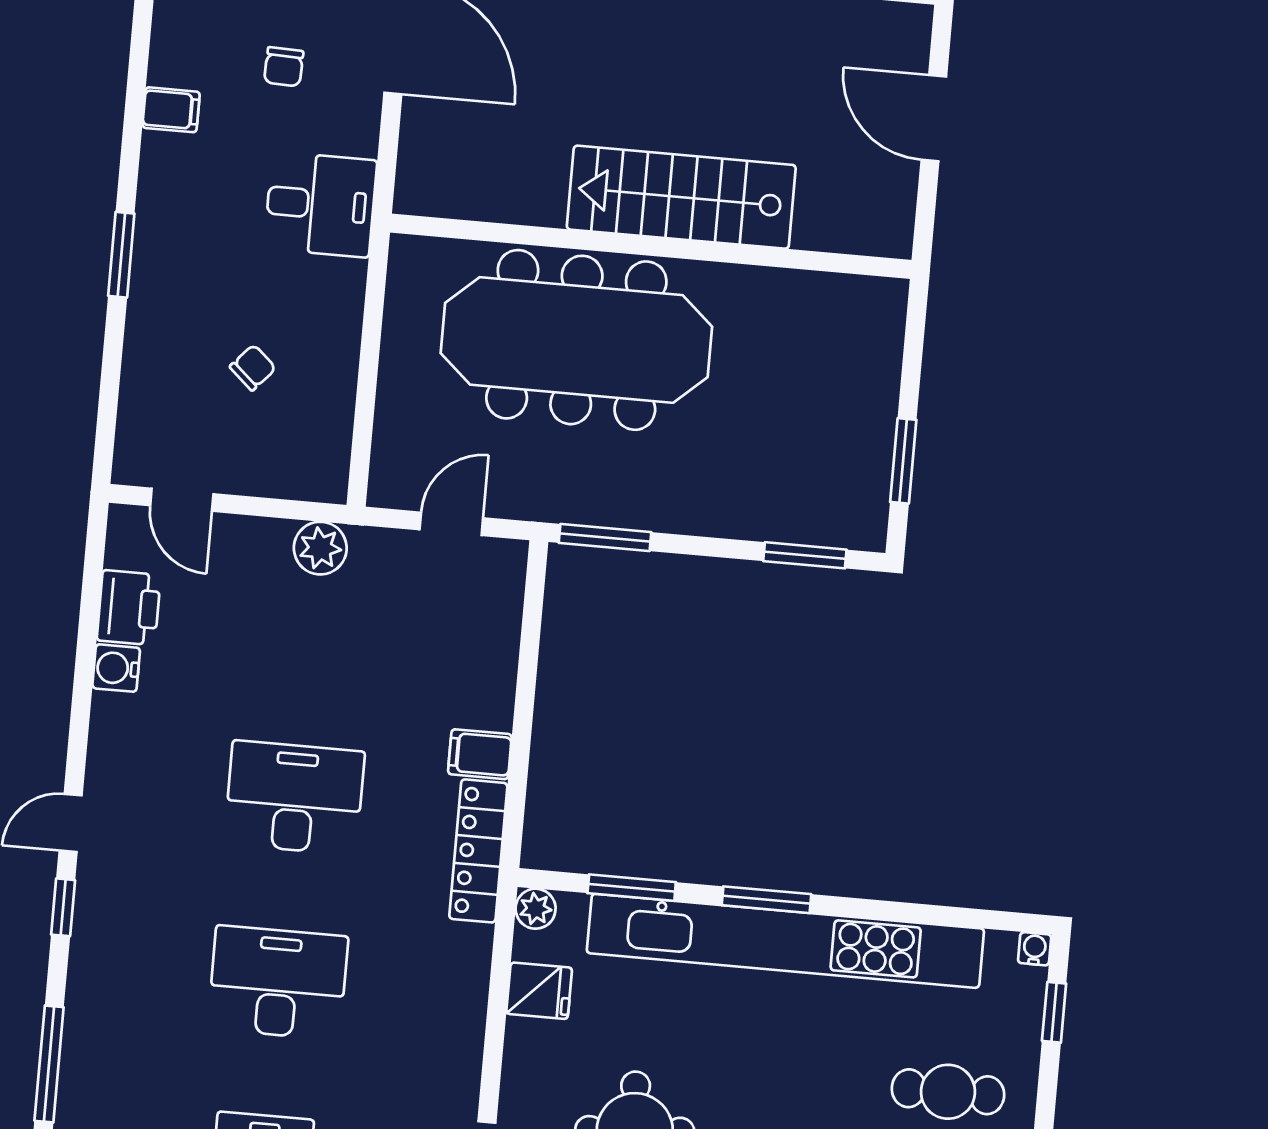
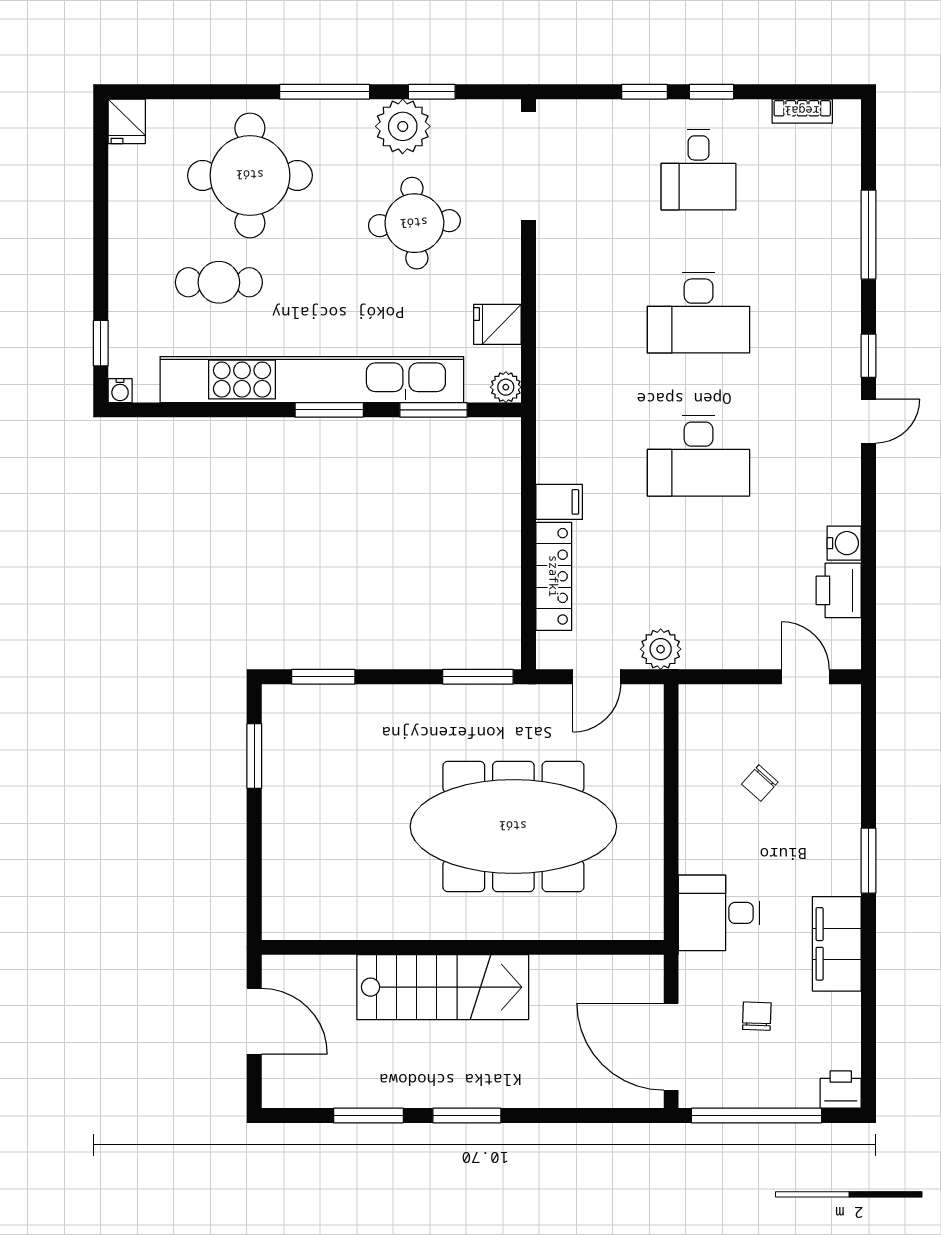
filing cabinet: (171, 110) -> (837, 944), width x3.00, depth x1.17
stairs: (681, 197) -> (443, 987), moved
wall: (651, 246) -> (463, 947), moved
plant: (320, 548) -> (661, 649), moved
locker: (478, 851) -> (554, 576), moved
cafe table: (948, 1092) -> (219, 282), moved

